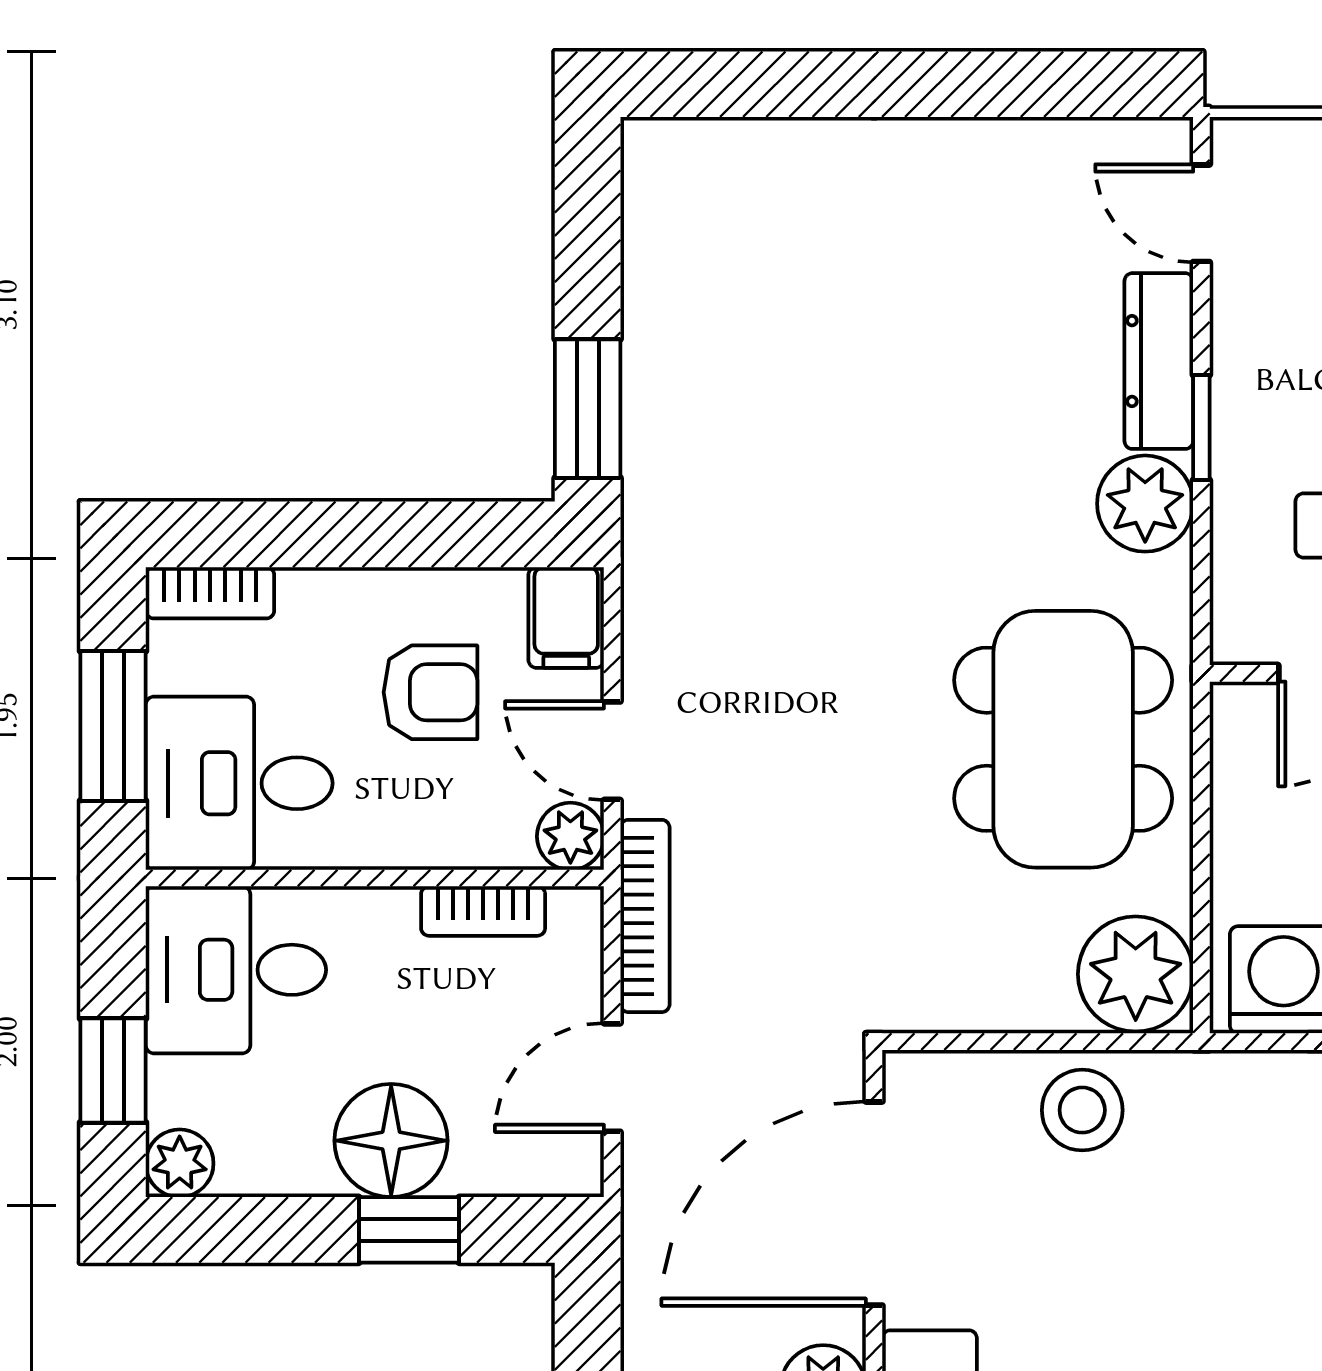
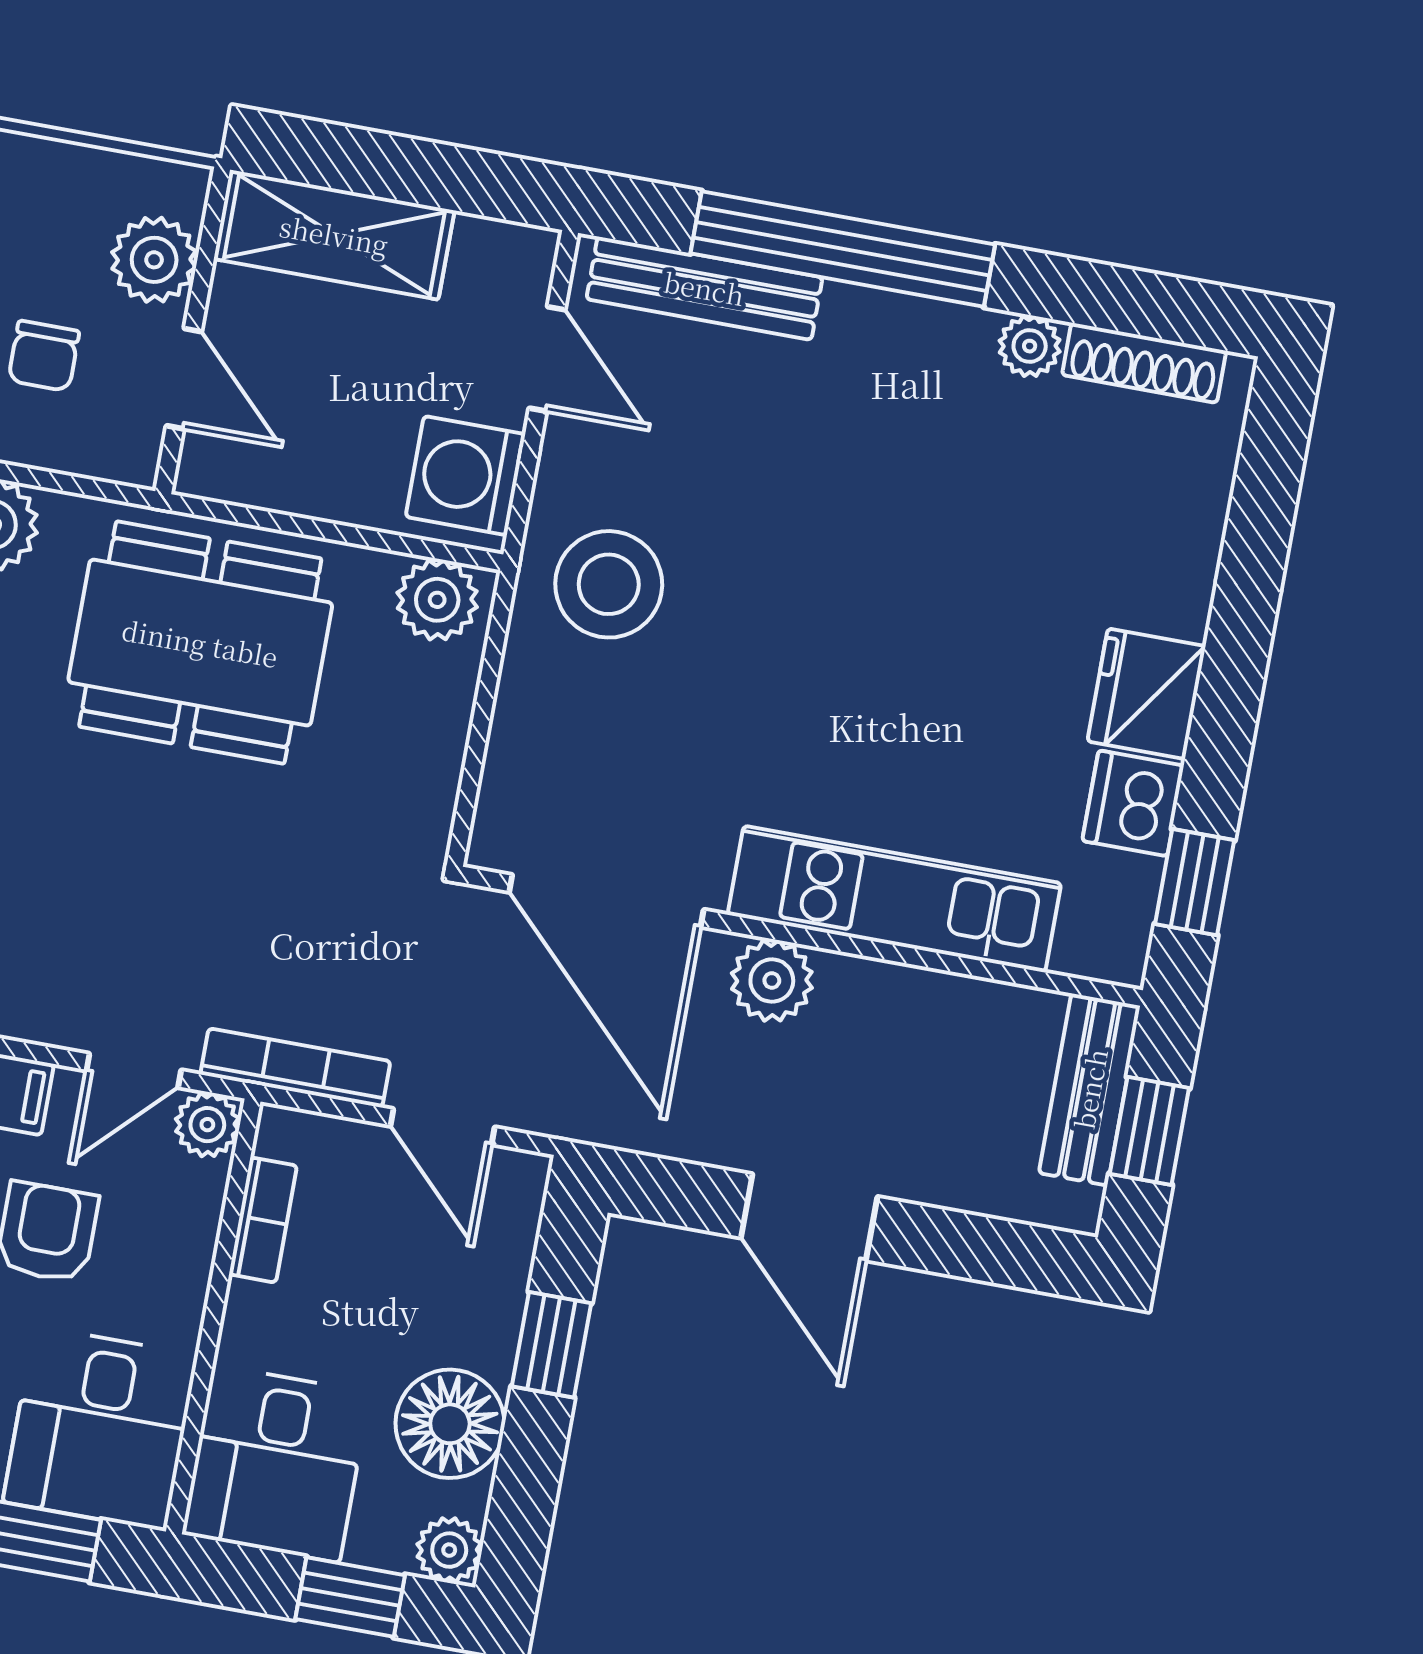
plant: (1136, 974) -> (437, 600), width x0.73, depth x0.73
stool: (1082, 1110) -> (609, 584), moved, width x1.38, depth x1.38
floor lamp: (391, 1141) -> (450, 1424), moved

